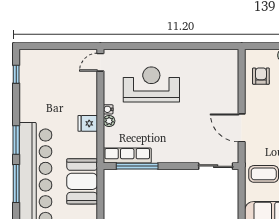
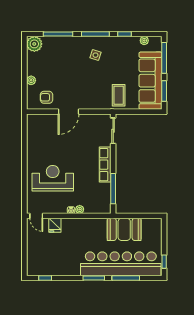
reception desk: (151, 84) -> (53, 178), turned 90
fridge: (88, 123) -> (55, 225), moved
door: (242, 128) -> (68, 112), moved
row of seats: (127, 156) -> (105, 165), moved

